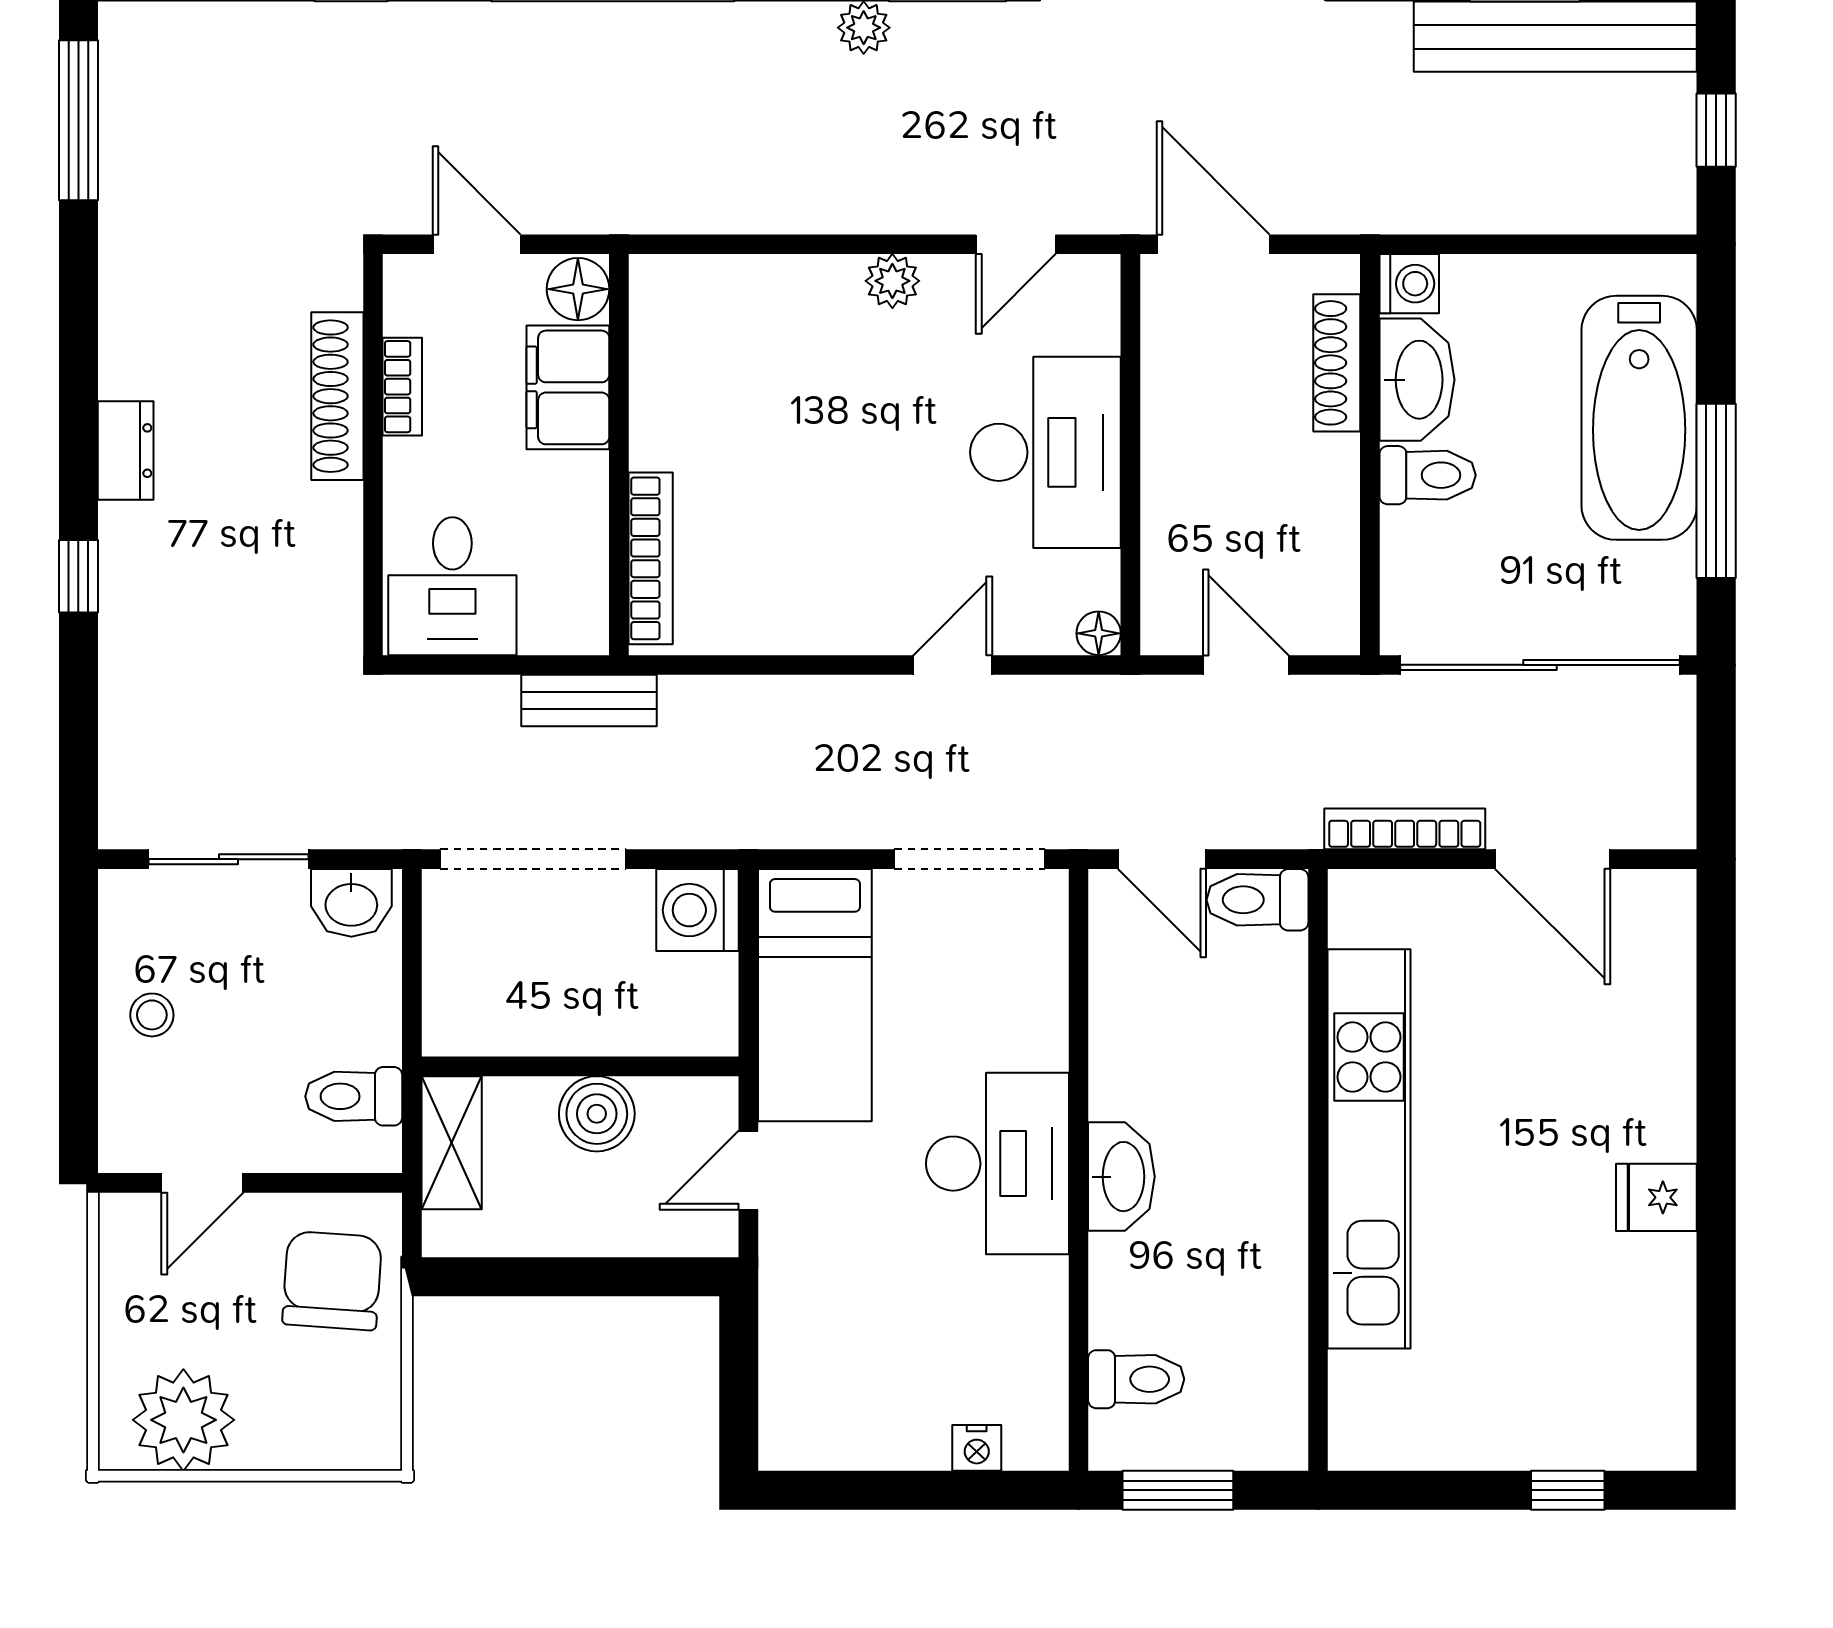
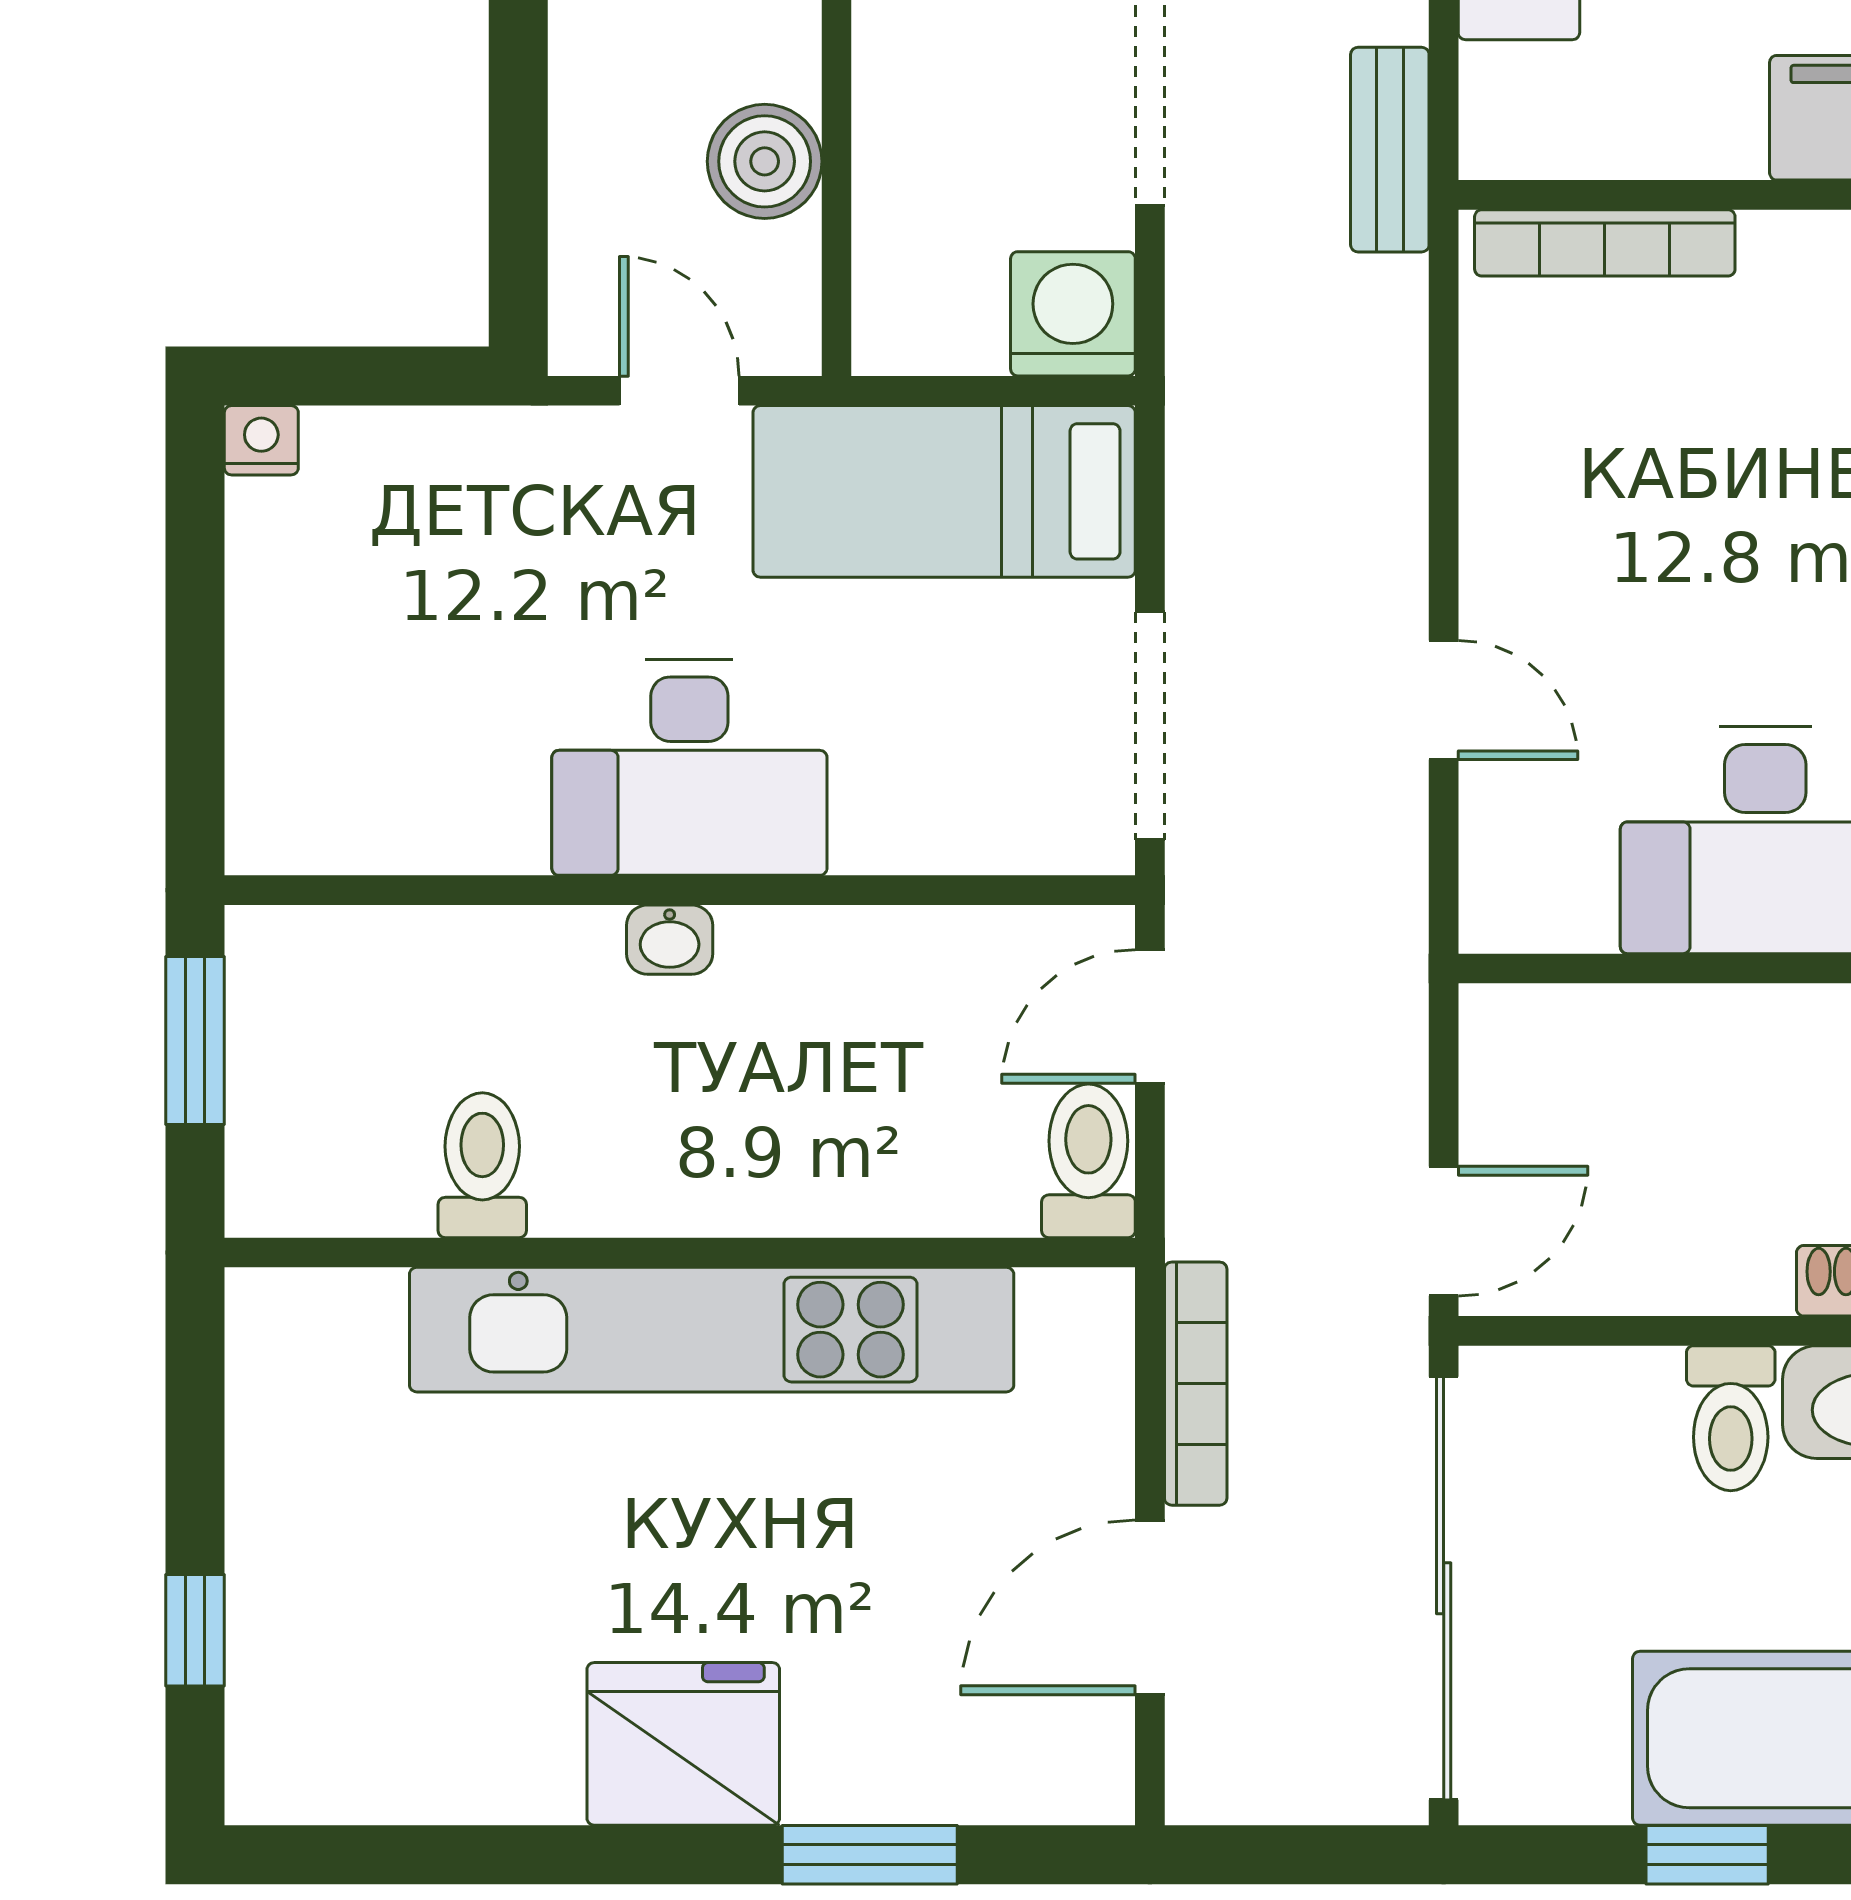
window: (1716, 491) -> (1707, 1855), width x0.46
floor lamp: (1099, 633) -> (1492, 921), removed
door: (1246, 665) -> (1444, 1231), moved
window: (1716, 1044) -> (870, 1855), added
washbasin: (1121, 1177) -> (670, 940), width x0.52, depth x0.69
fridge: (1656, 1197) -> (683, 1744), width x1.88, depth x1.34
toilet: (1136, 1379) -> (482, 1165), moved, turned 180
nightstand: (977, 1448) -> (261, 440), moved, turned 90

